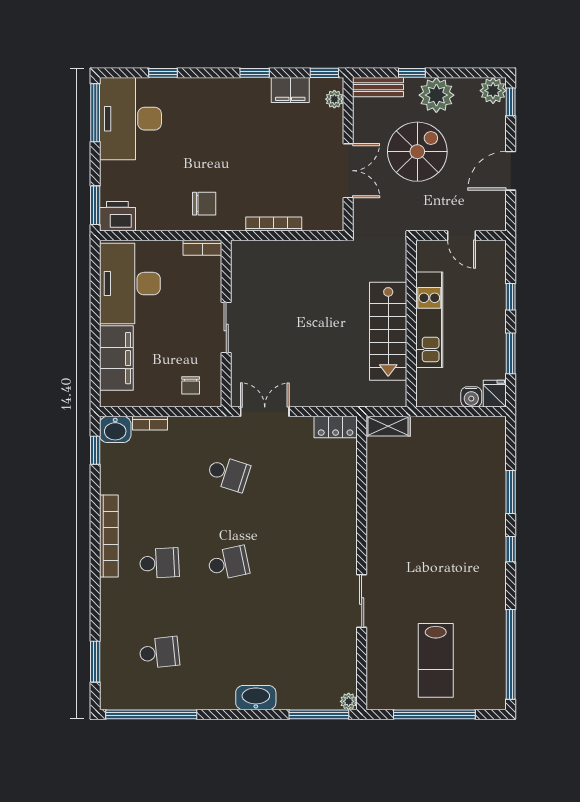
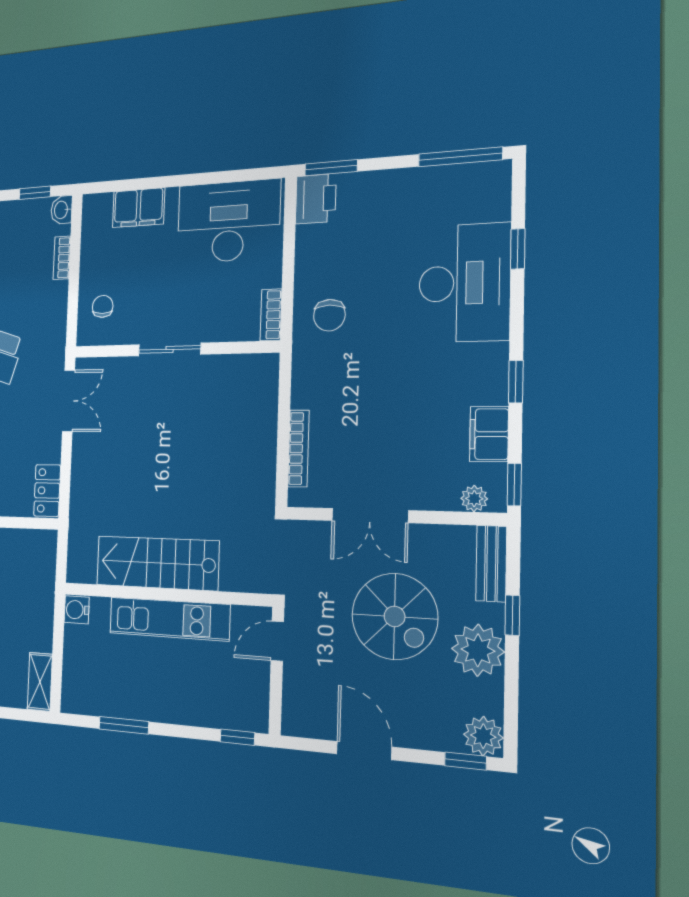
desk: (130, 119) -> (464, 283), moved, turned 90
bookcase: (274, 224) -> (298, 448), moved
door: (461, 236) -> (277, 641), moved
window: (511, 297) -> (237, 737), moved
filing cabinet: (116, 358) -> (138, 208), width x0.67, depth x0.86
chair: (191, 385) -> (103, 306), turned 90
fridge: (495, 394) -> (77, 699), removed
water cooler: (471, 397) -> (77, 610), moved
shelving: (388, 426) -> (40, 682), moved
washbasin: (115, 429) -> (62, 210), width x0.72, depth x0.69

